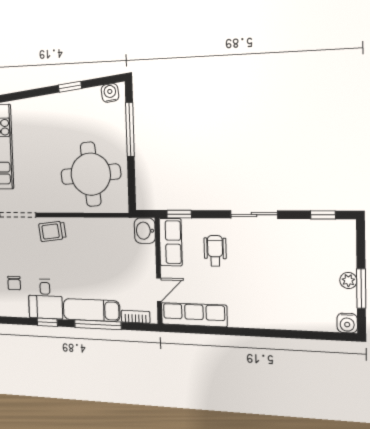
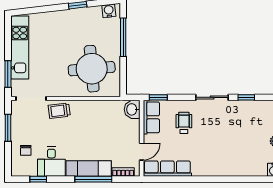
window: (323, 215) -> (246, 97), moved
window: (47, 322) -> (38, 179), moved

